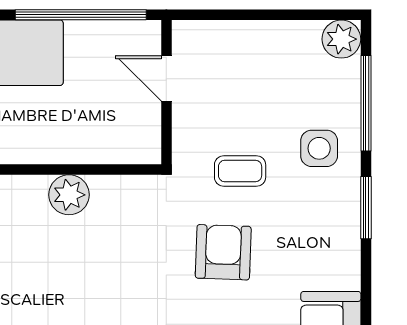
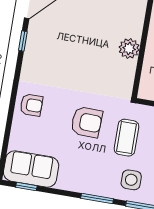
coffee table: (240, 171) -> (126, 138), width x1.36, depth x1.30

